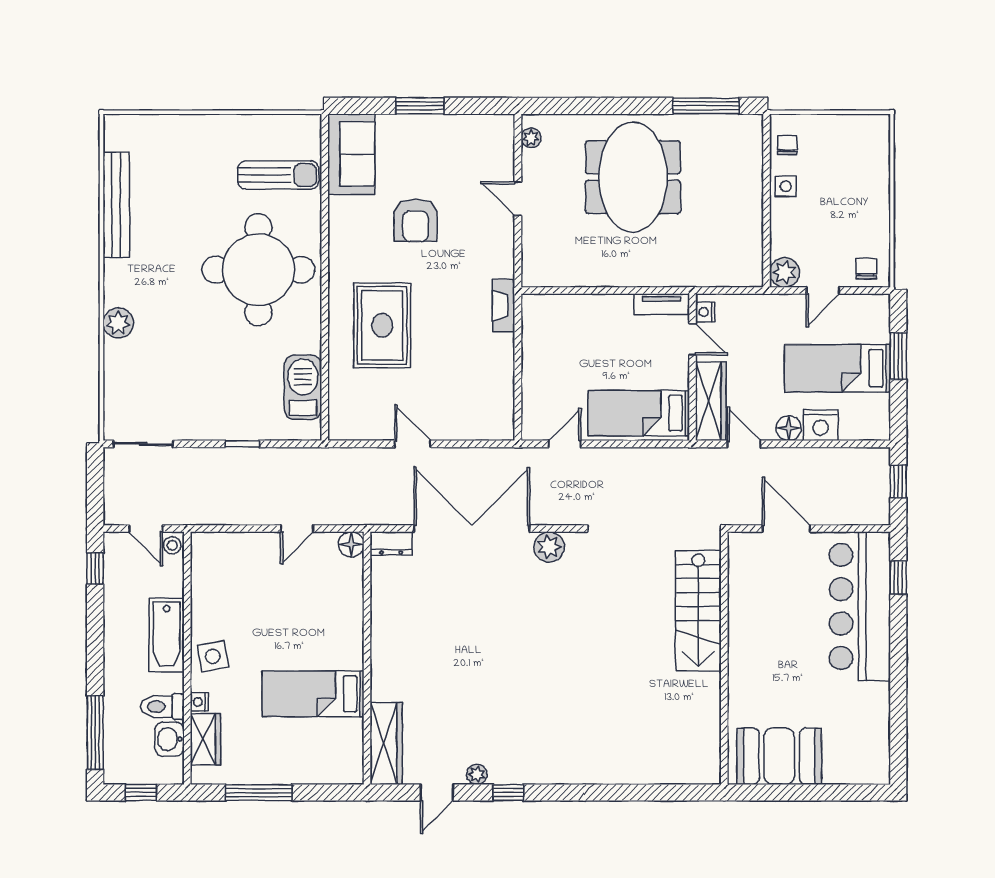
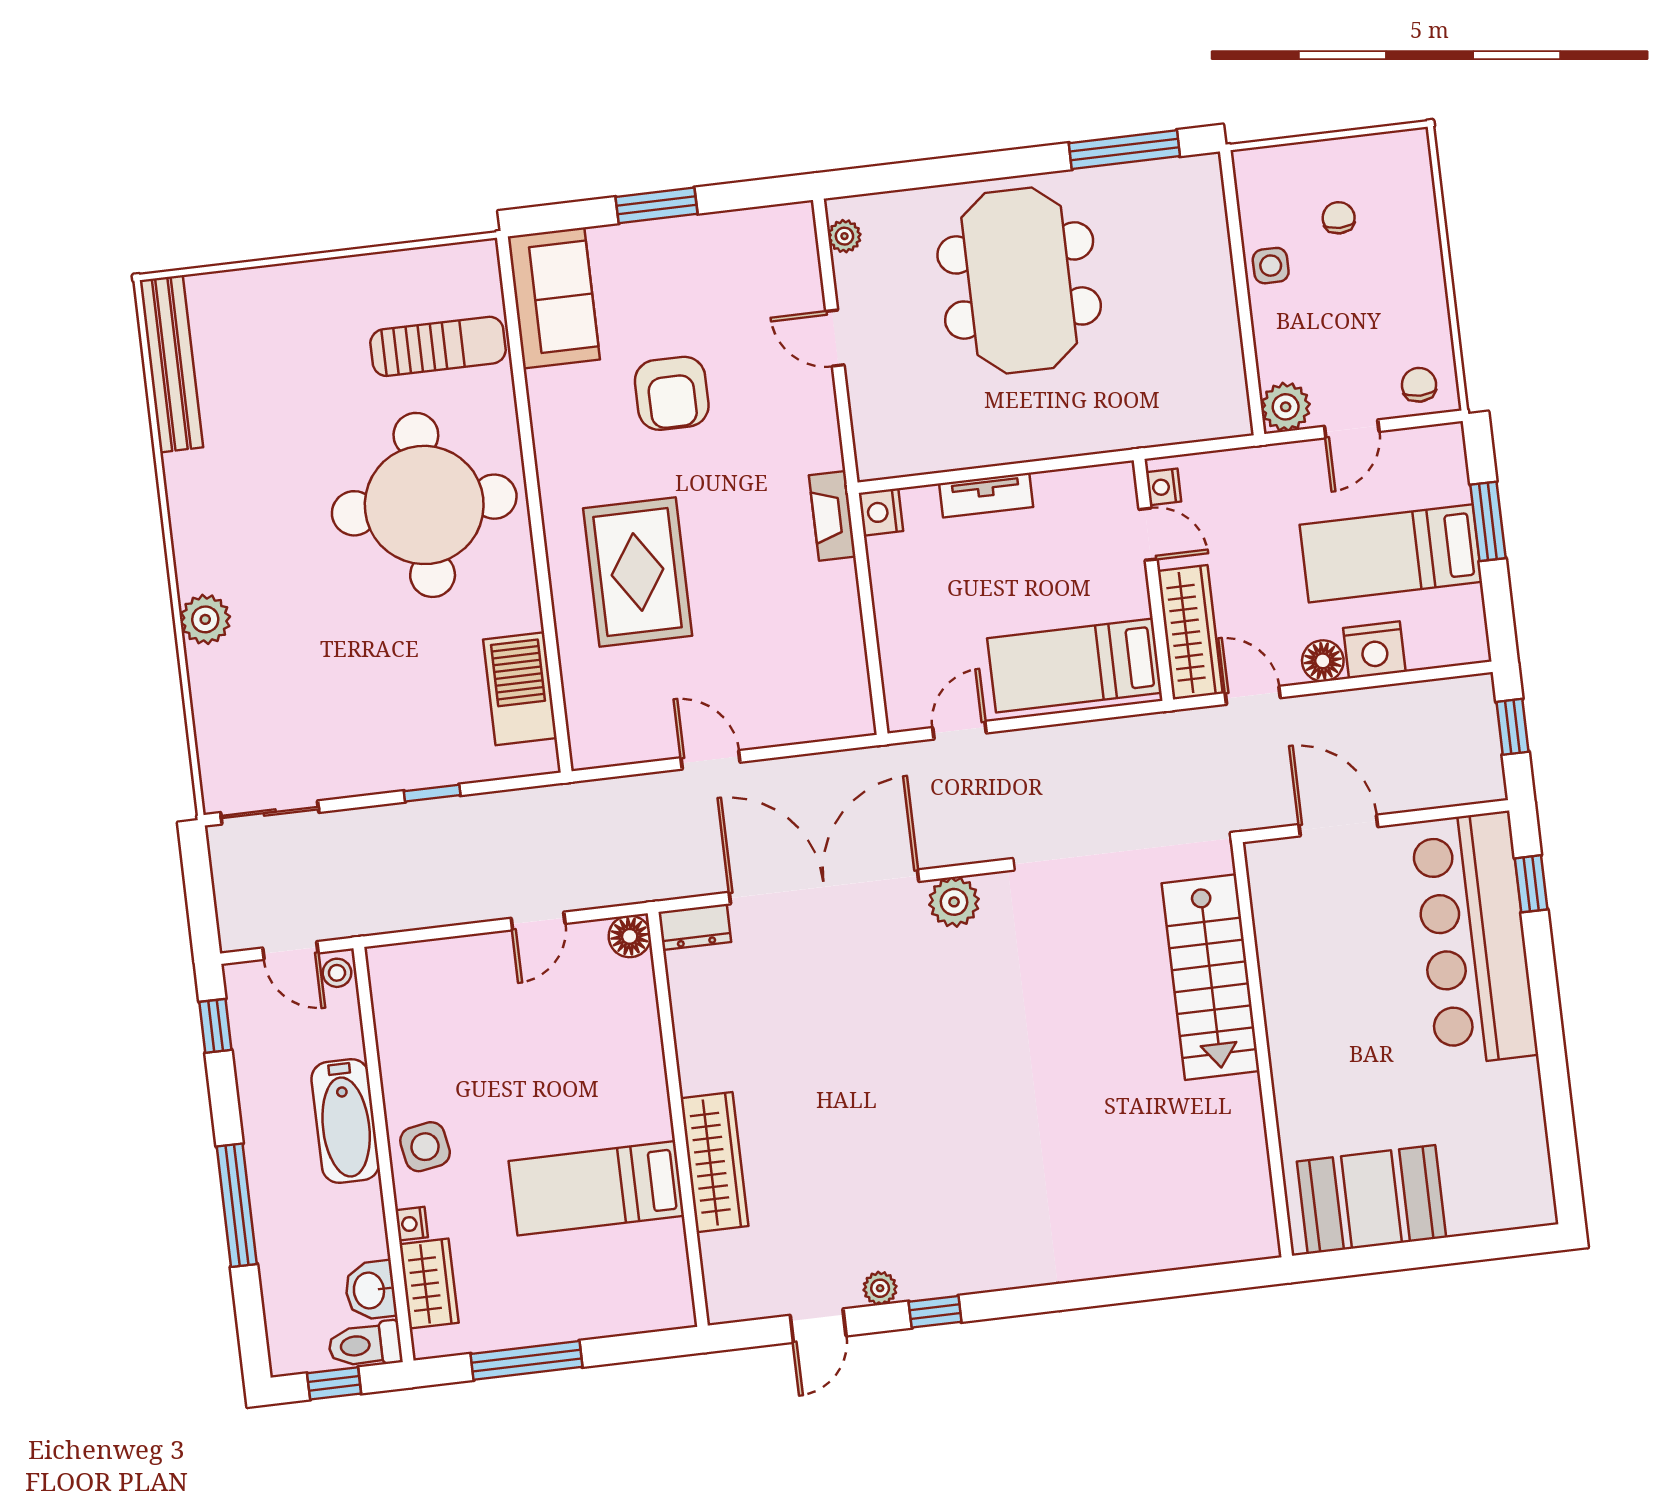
chair: (787, 145) -> (1339, 218), moved
bench: (116, 205) -> (171, 364), moved
tv unit: (662, 304) -> (986, 495), moved
nightstand: (533, 307) -> (881, 512), added
toilet: (162, 707) -> (365, 1345), moved
window: (95, 732) -> (237, 1205), moved
wardrobe: (386, 744) -> (715, 1162), moved

